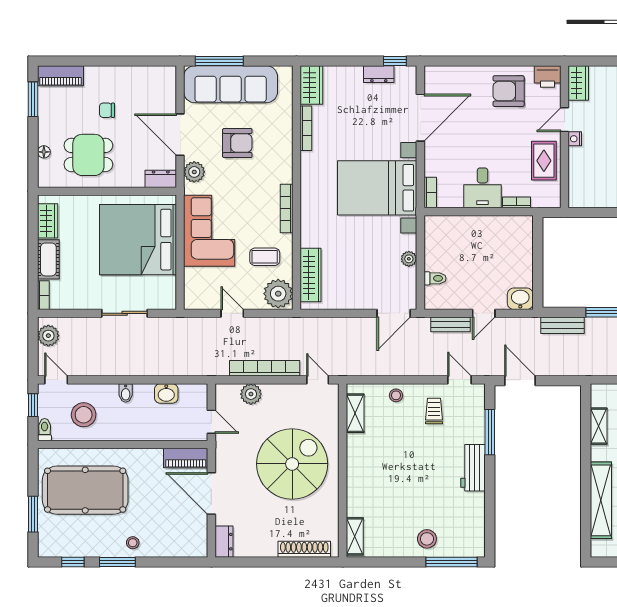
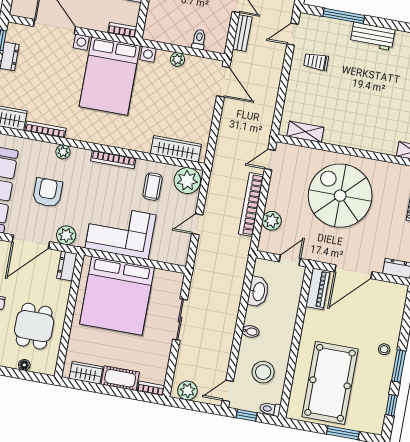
plant: (285, 152) -> (63, 152), added
washbasin: (166, 393) -> (258, 292), width x1.38
stool: (396, 395) -> (296, 93), removed

